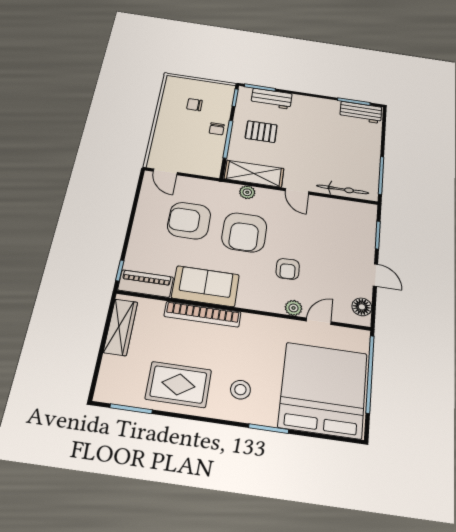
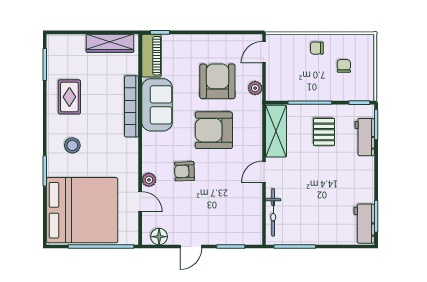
chair: (217, 129) -> (317, 48), moved
plant: (247, 192) -> (255, 88), moved
rug: (178, 384) -> (69, 97), width x0.73, depth x0.70

